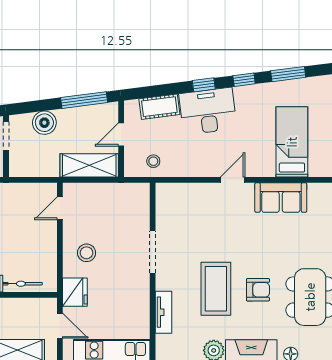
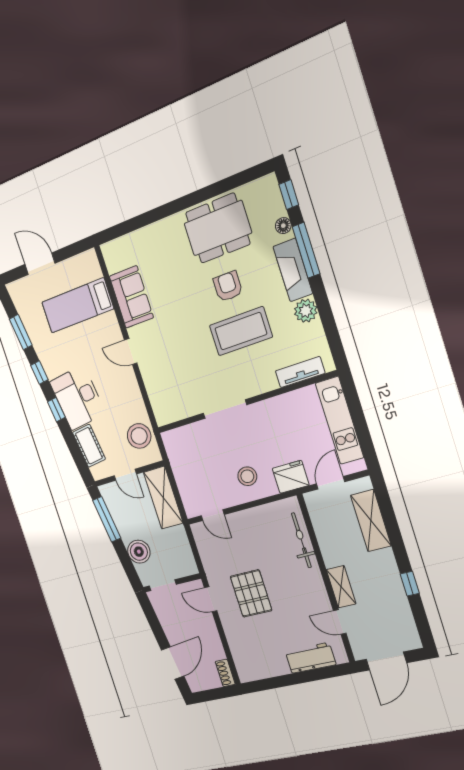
stool: (153, 161) -> (139, 436), width x1.89, depth x1.89
tv unit: (164, 312) -> (300, 372), moved

